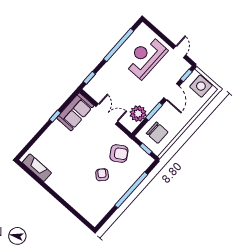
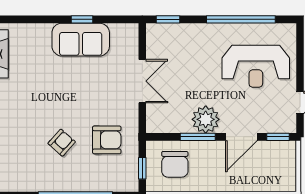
reception desk: (146, 57) -> (256, 66), turned 180
side table: (201, 86) -> (281, 167), removed
sofa: (75, 112) -> (81, 40), moved
plant: (138, 114) -> (206, 119), moved
armchair: (119, 153) -> (107, 140), turned -57

